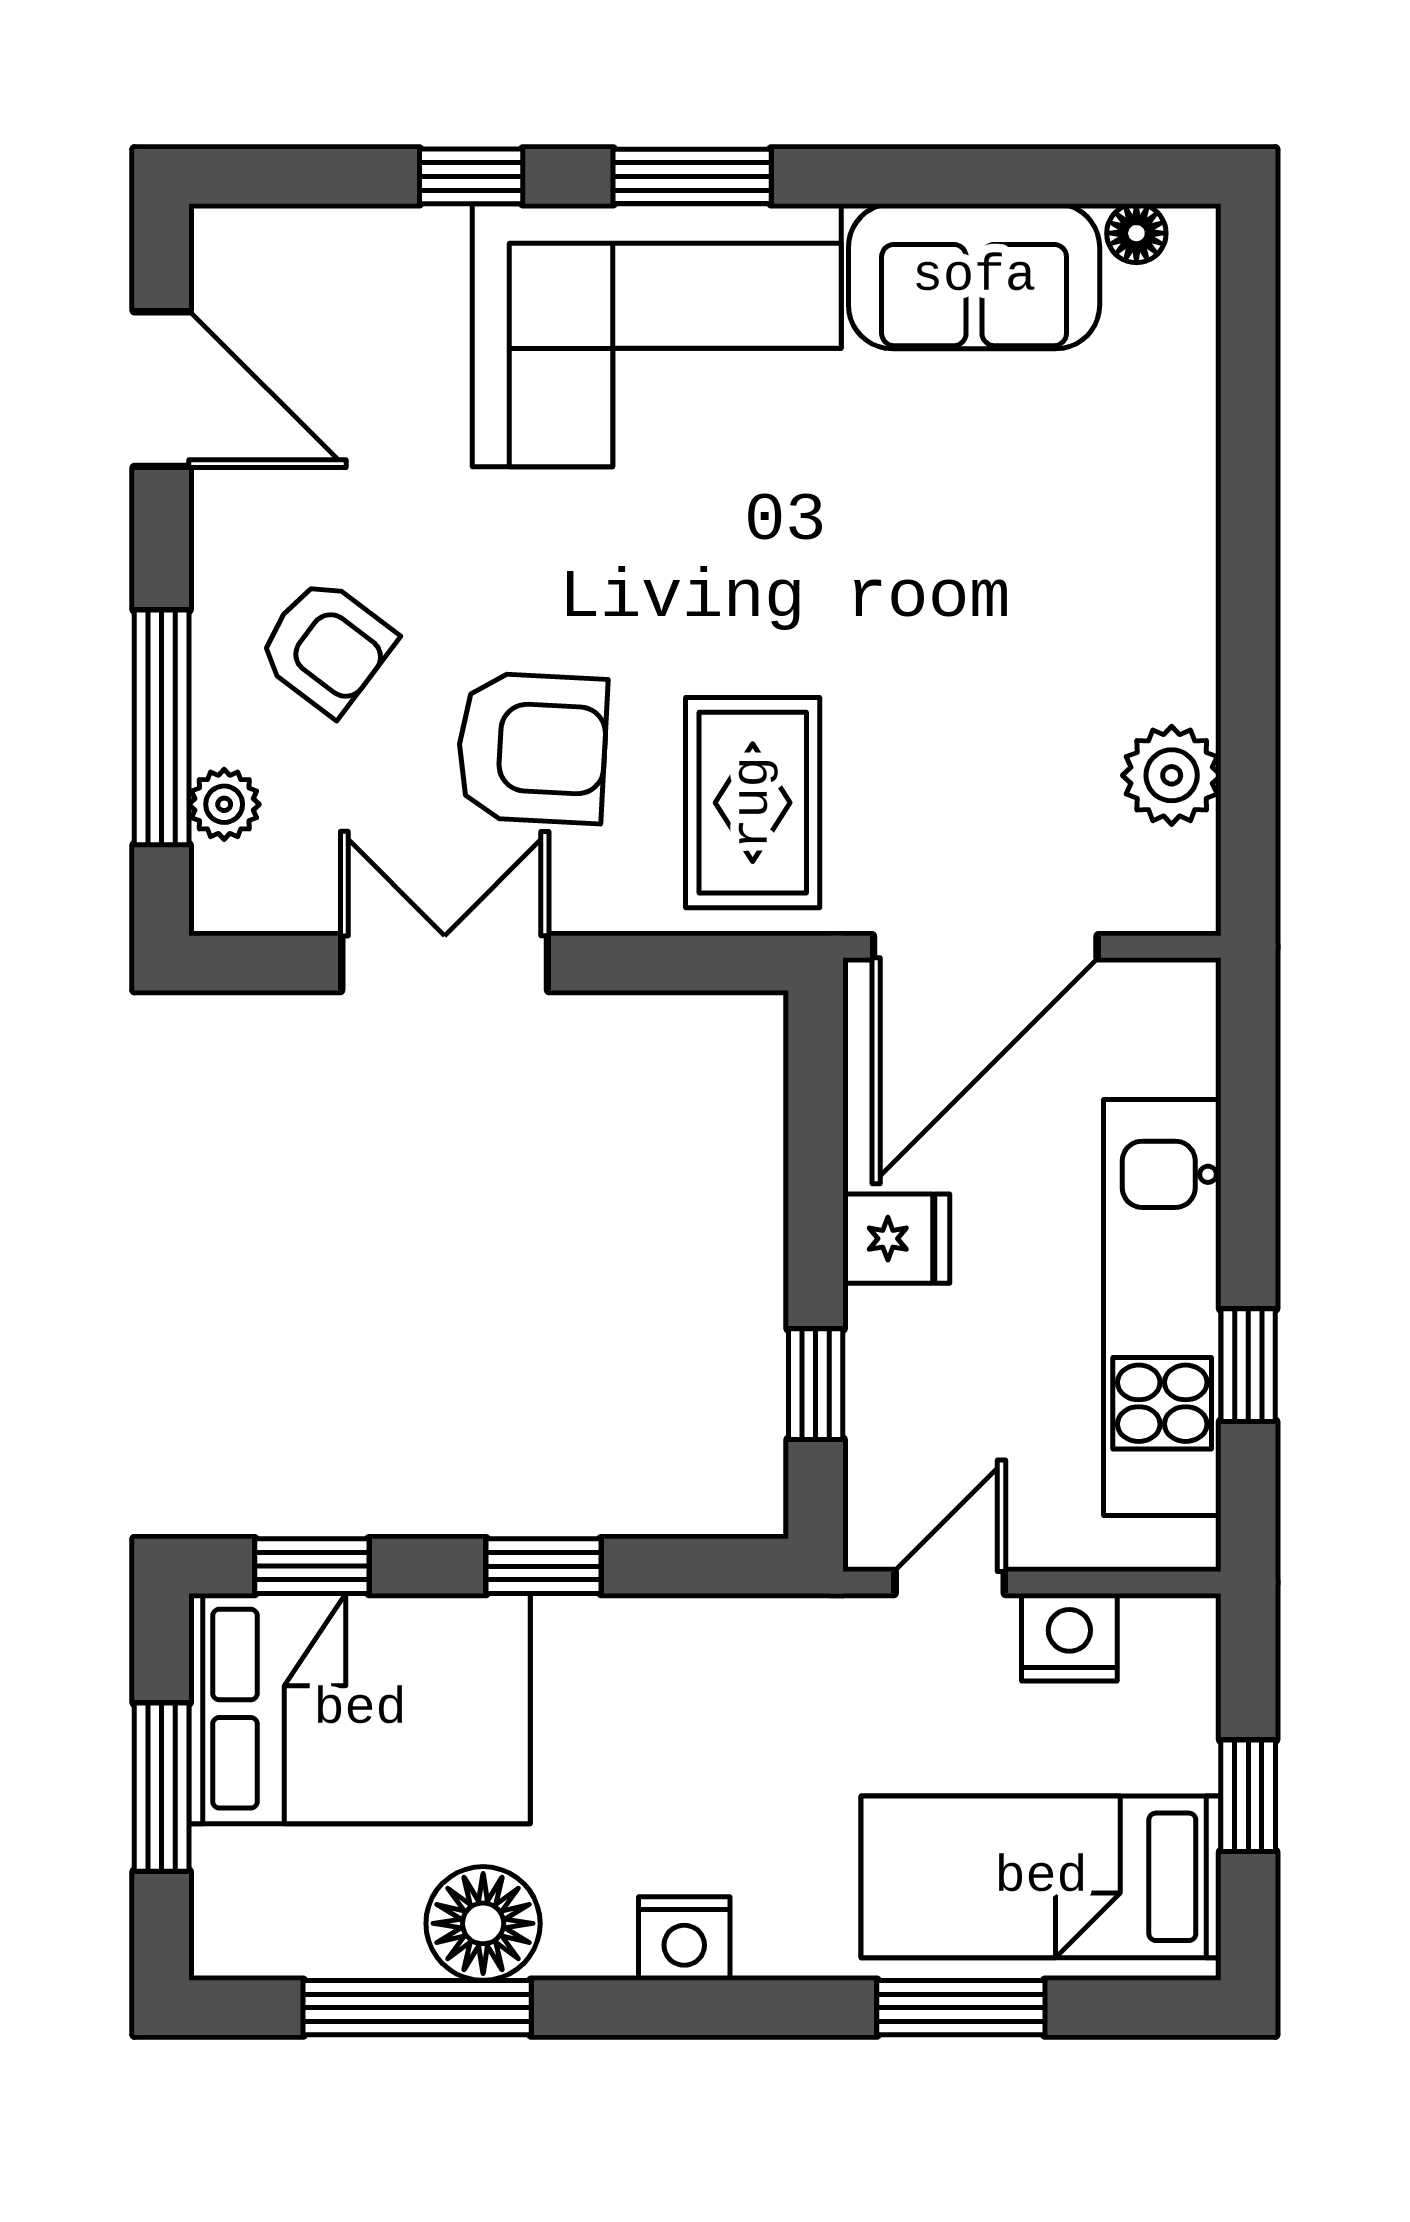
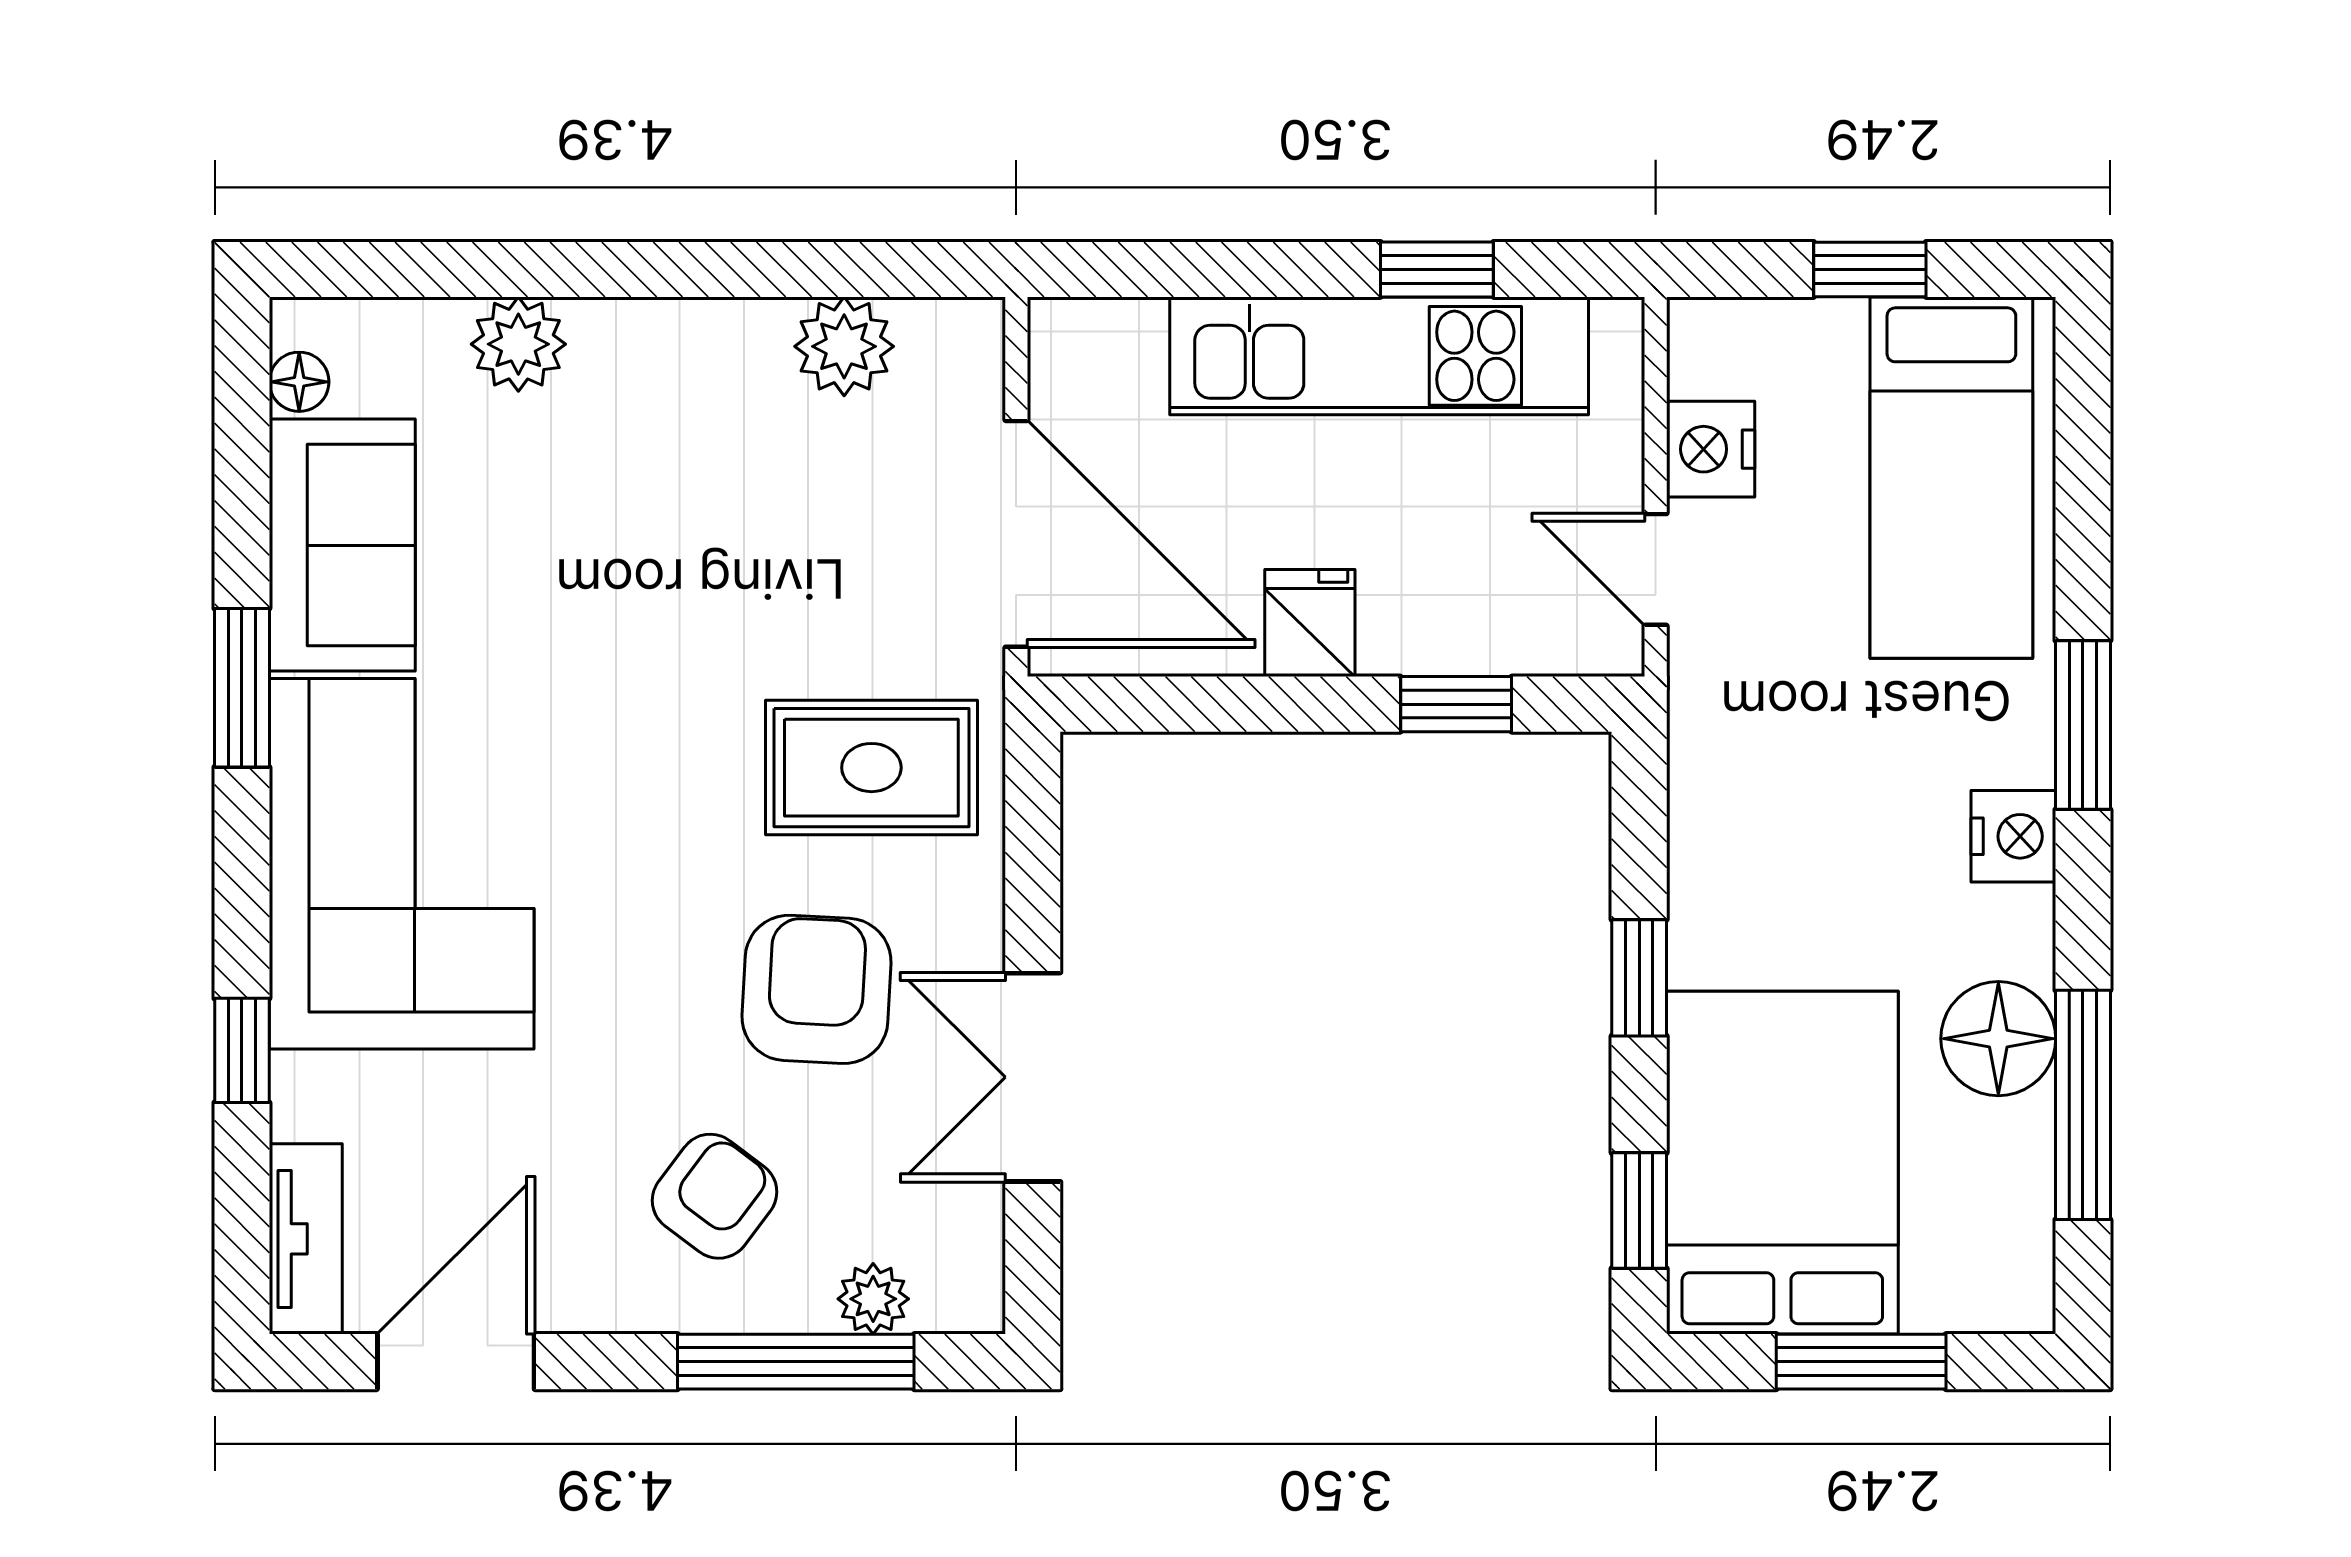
window: (692, 176) -> (242, 688), moved
tv unit: (284, 240) -> (306, 1239), added
plant: (1174, 451) -> (518, 344), added
window: (961, 2008) -> (2083, 725), moved

